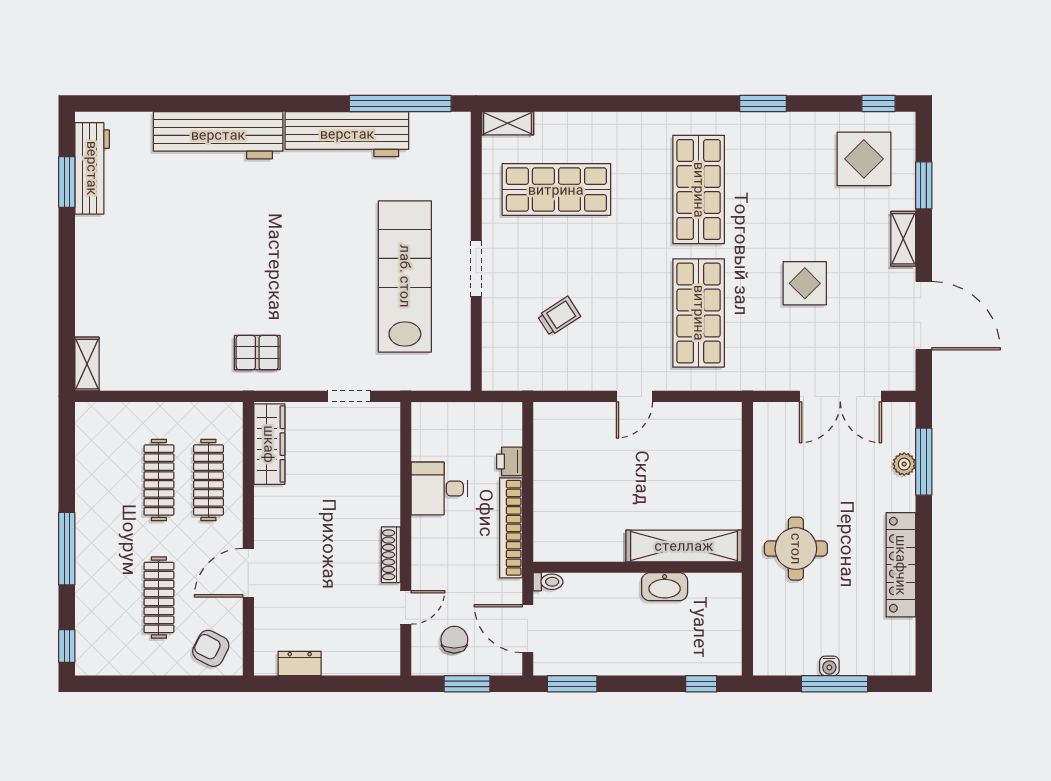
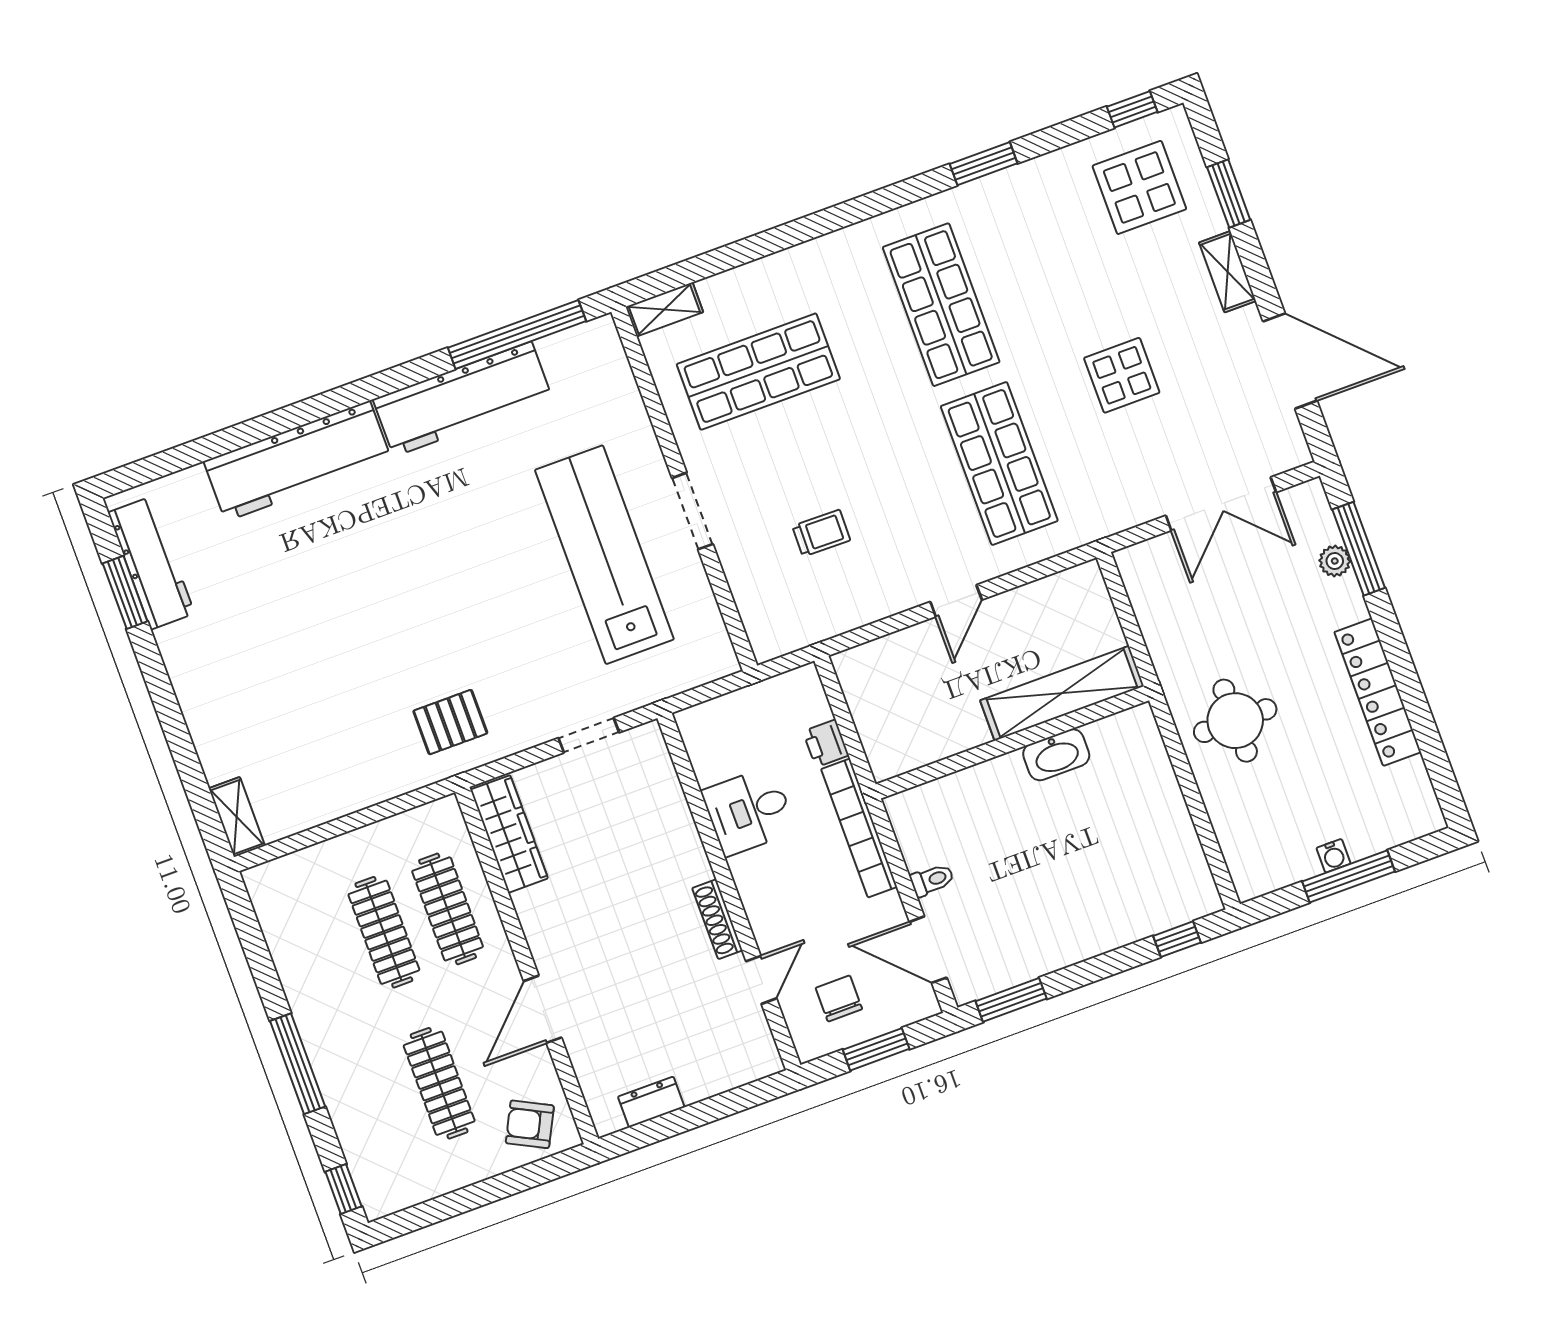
trolley: (559, 316) -> (821, 533), turned 34
shelving: (684, 546) -> (1062, 693), moved
wall: (638, 567) -> (1012, 742), moved
washbasin: (665, 587) -> (1056, 755), moved

